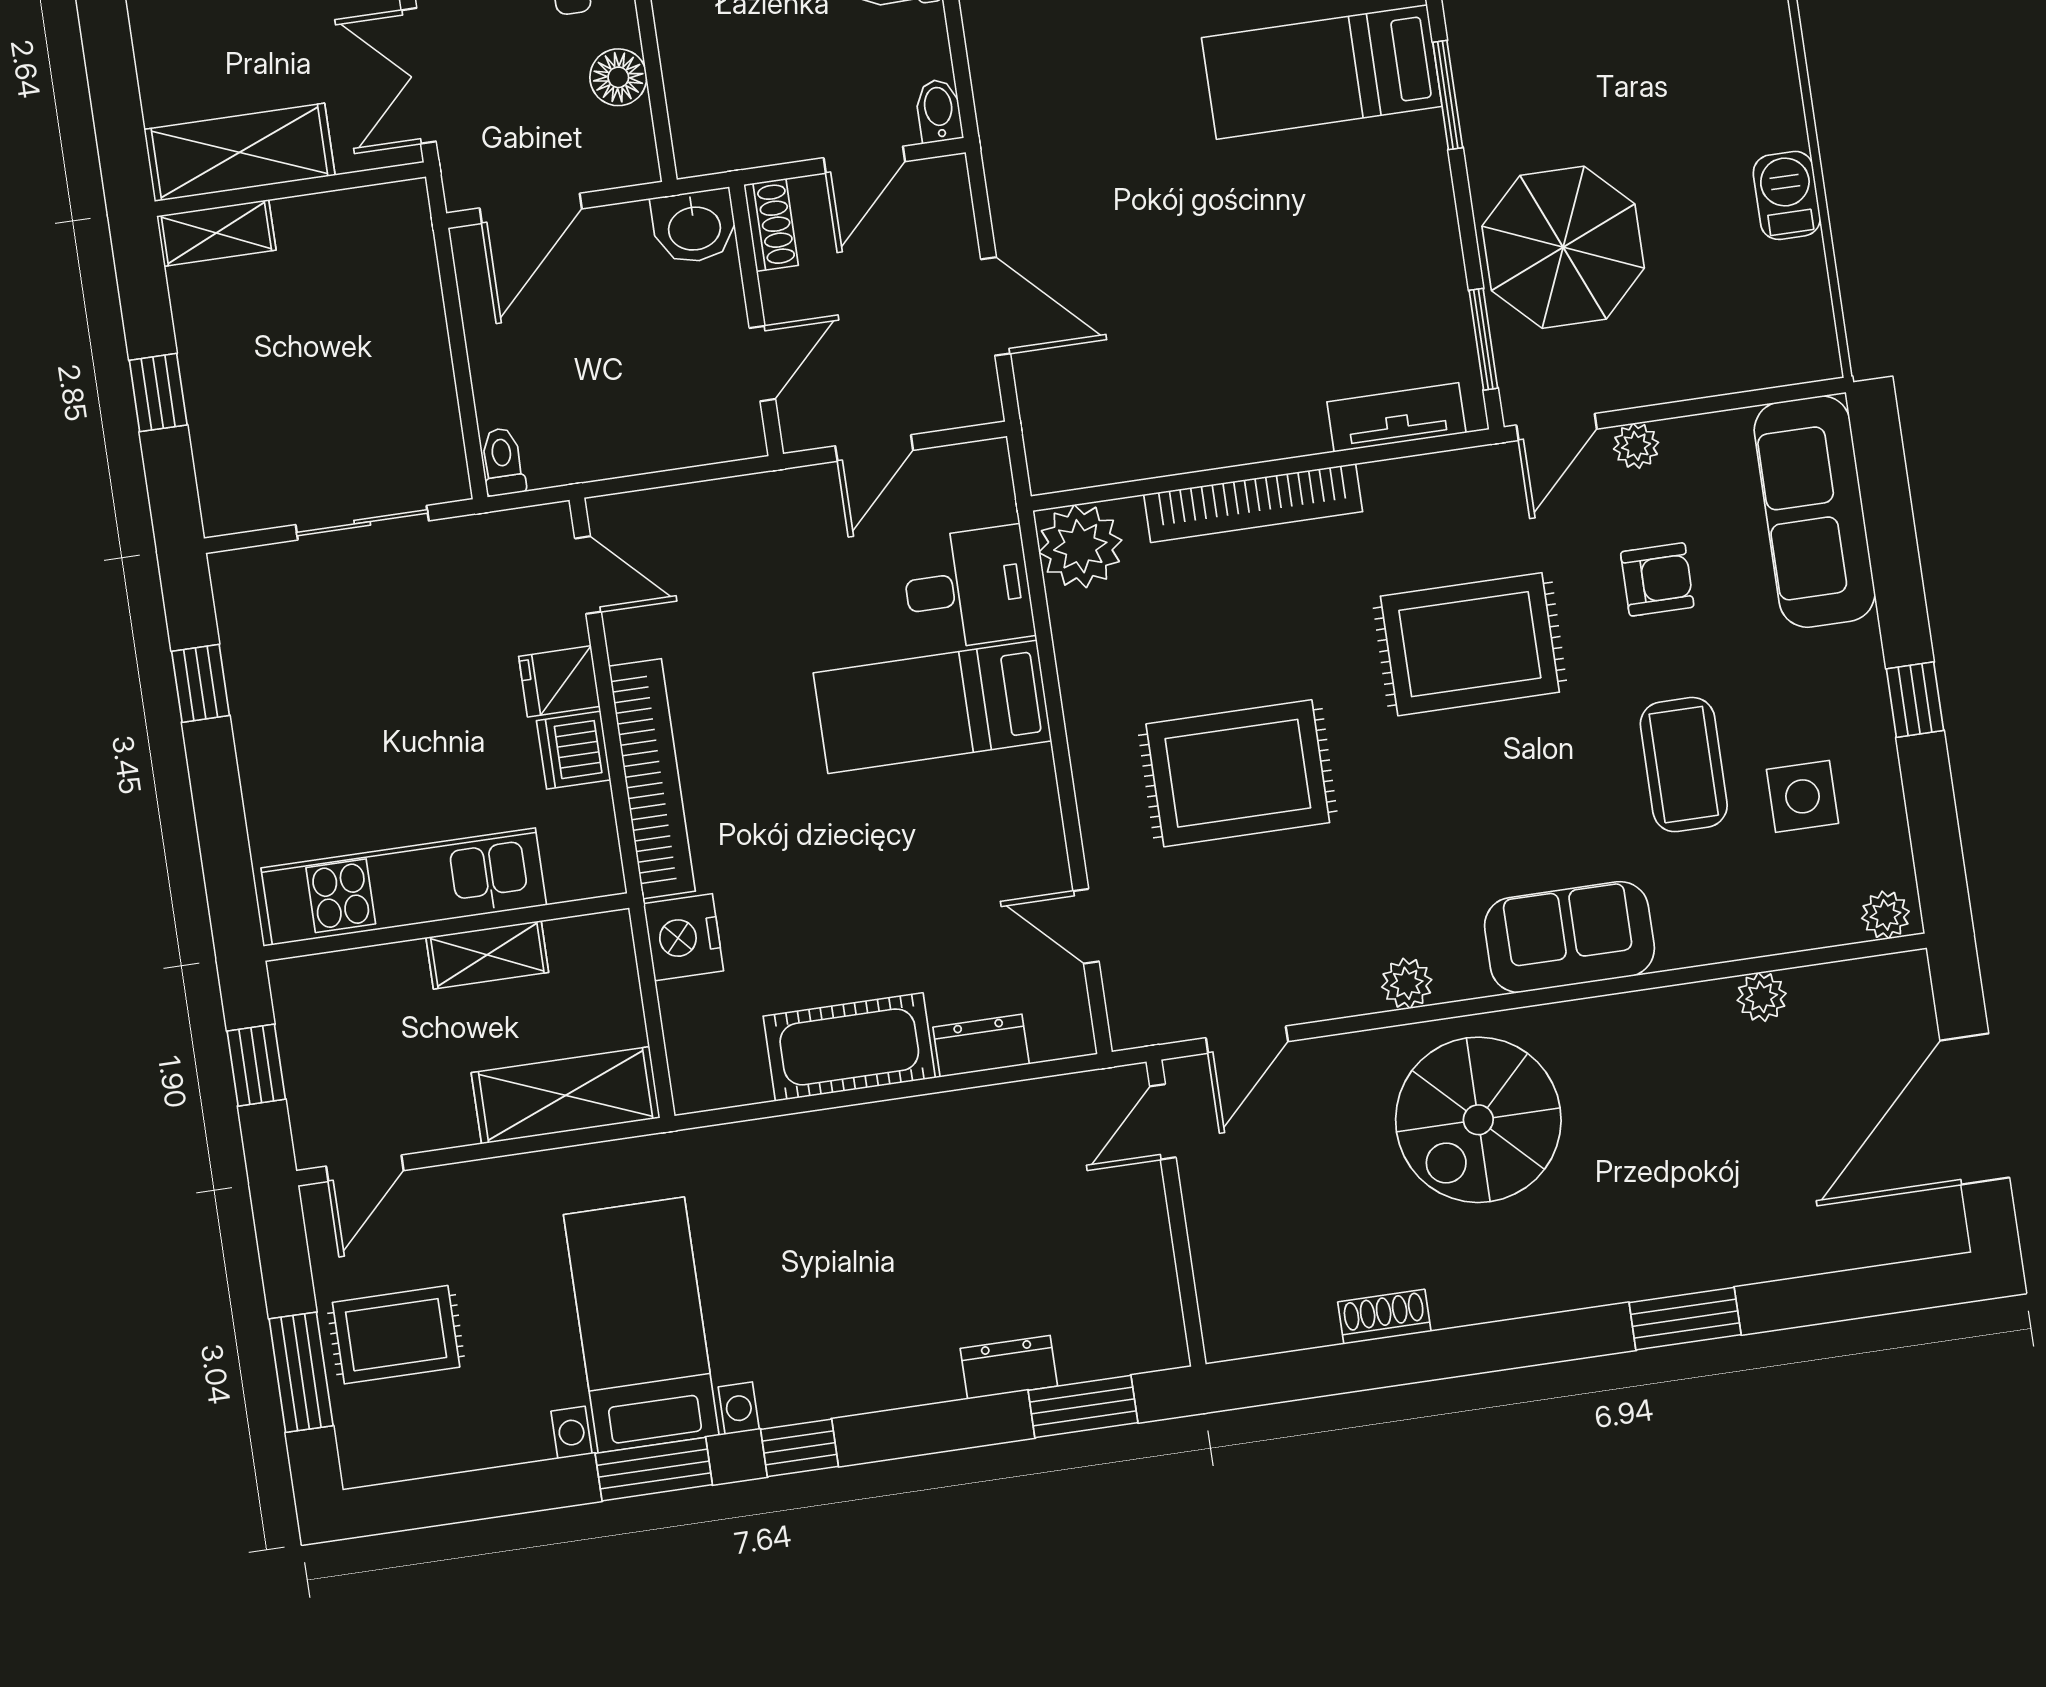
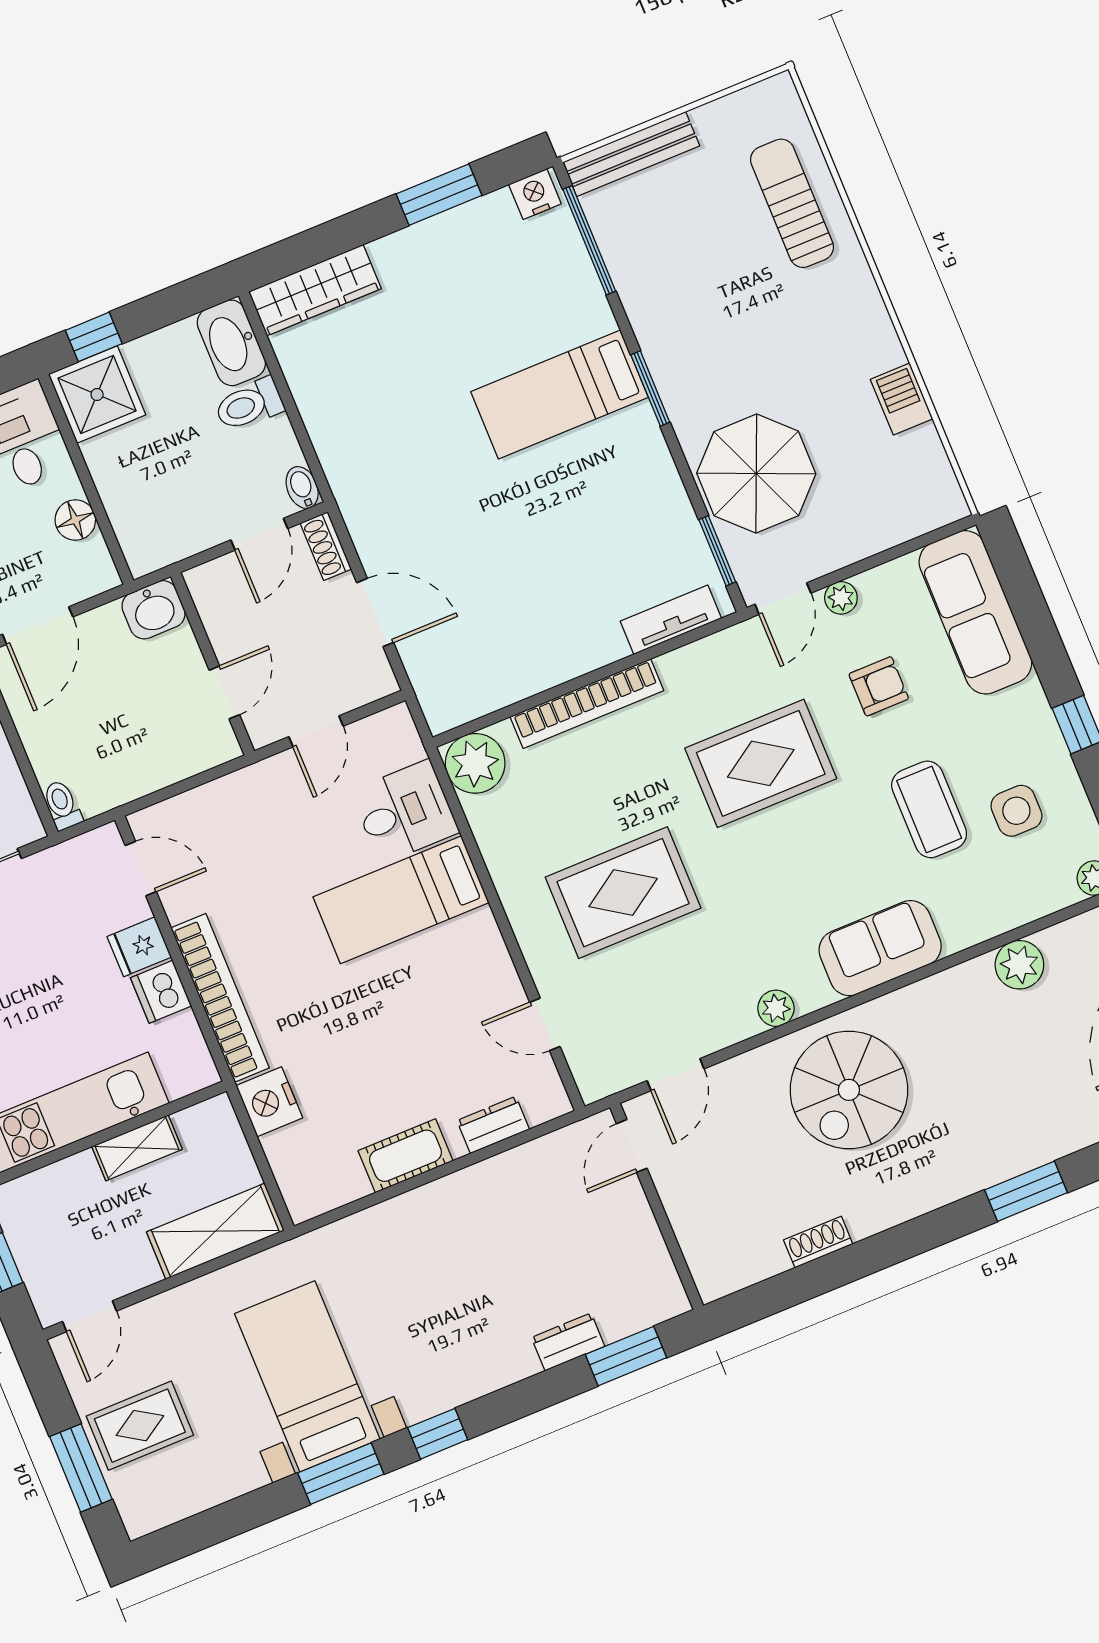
shoe rack: (771, 225) -> (326, 546), moved, turned 180
plant: (1762, 997) -> (1019, 965), width x1.38, depth x1.38
cot: (849, 1047) -> (406, 1156), width x0.73, depth x0.75

